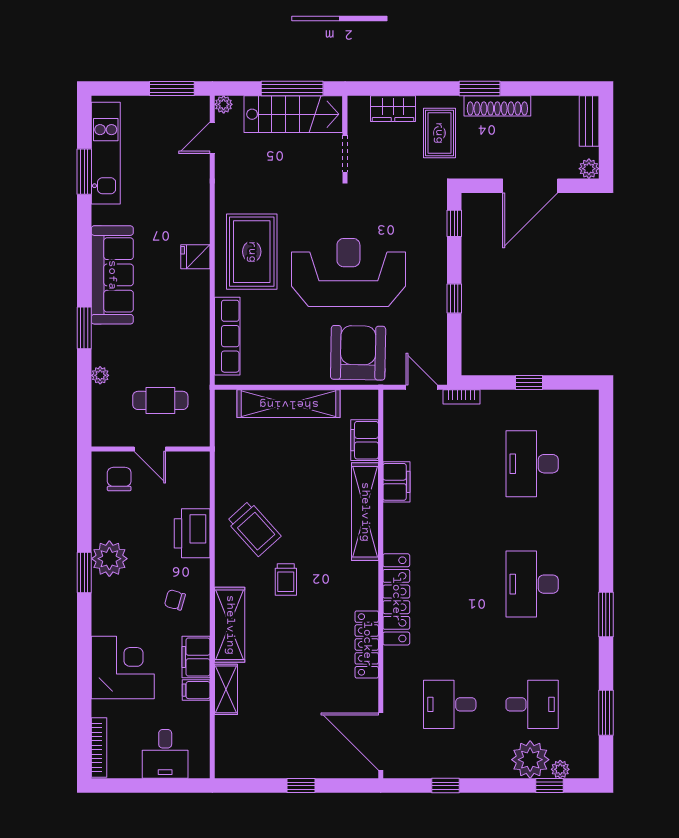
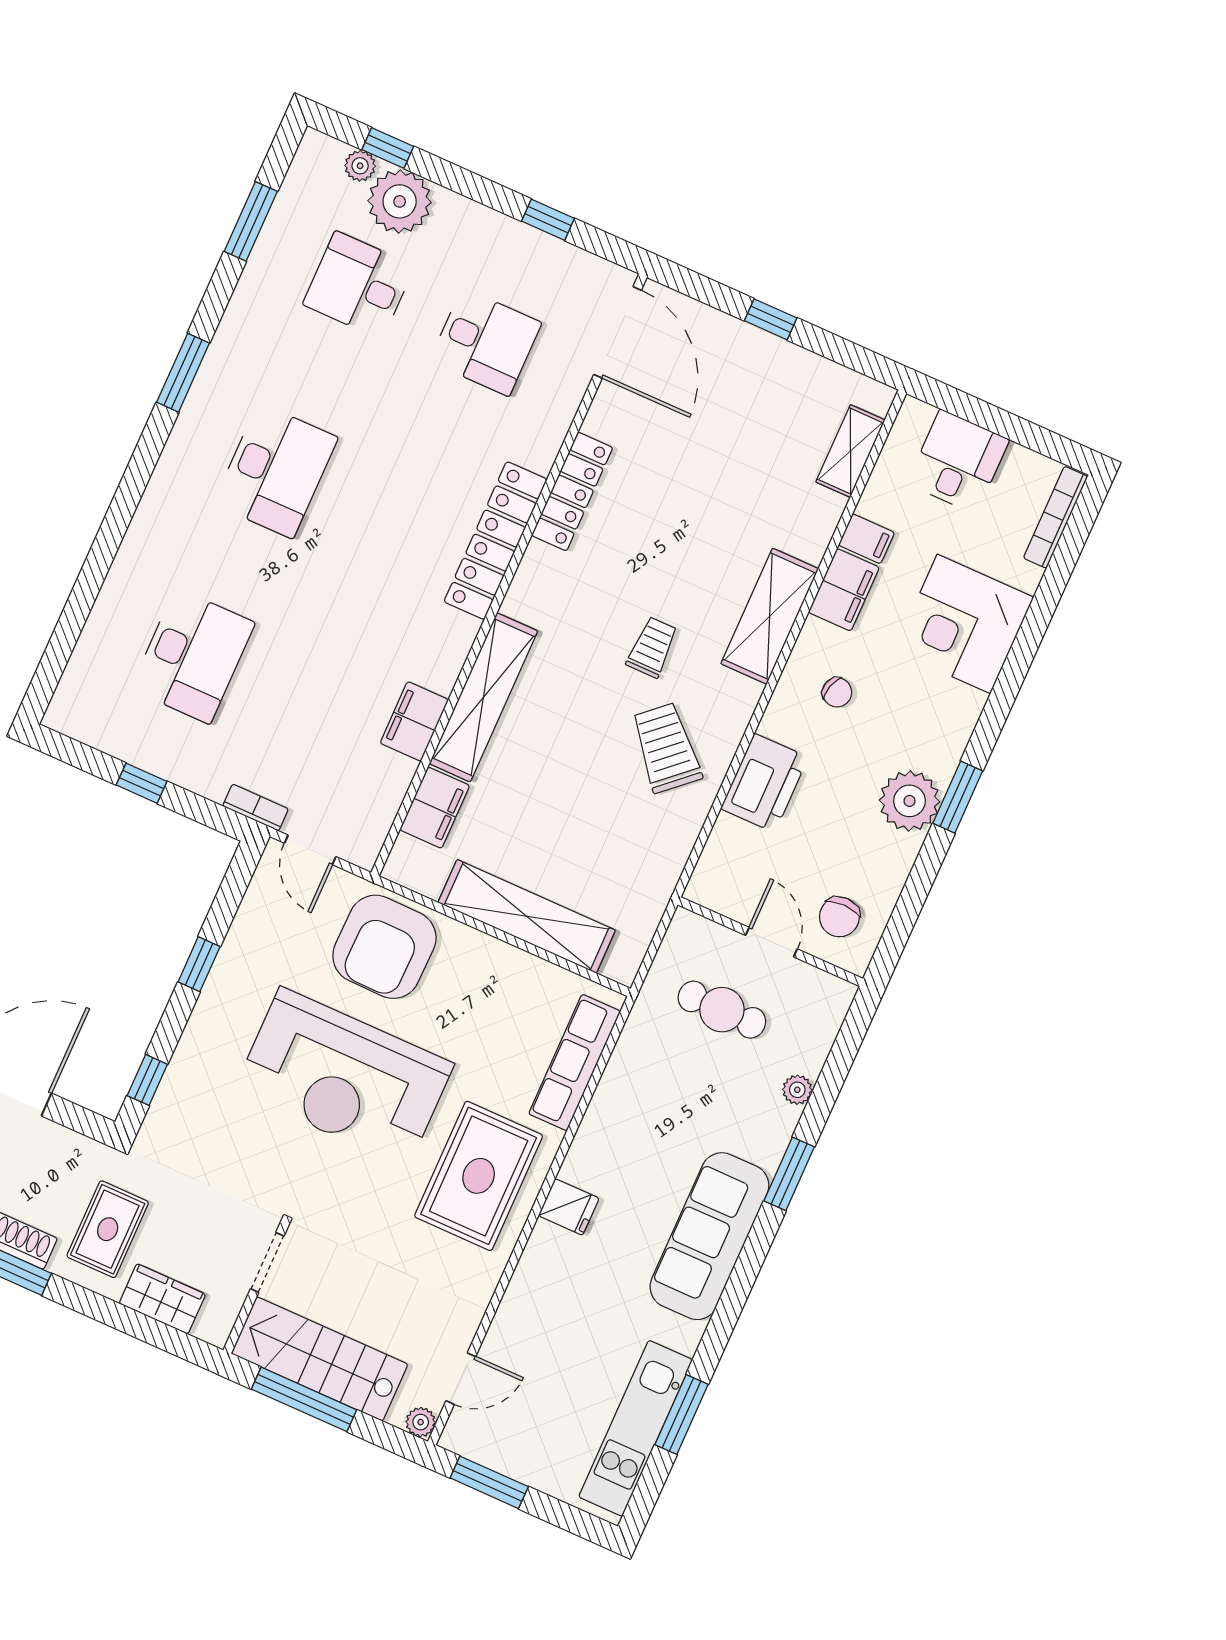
shelving: (226, 689) -> (850, 451), moved

